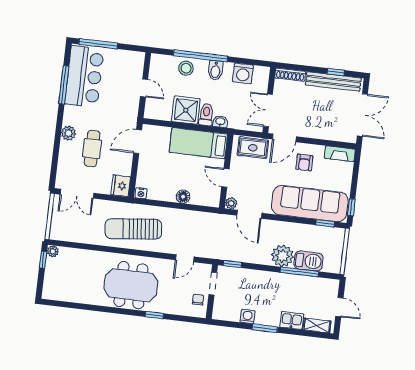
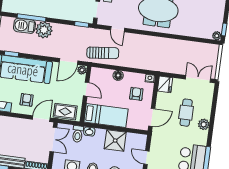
toilet: (206, 115) -> (78, 134), moved
armchair: (159, 172) -> (136, 94), added
door: (249, 214) -> (68, 62), swing flipped
sun lounger: (133, 229) -> (103, 53), moved, width x0.73, depth x0.75
door: (185, 258) -> (118, 29), swing flipped

